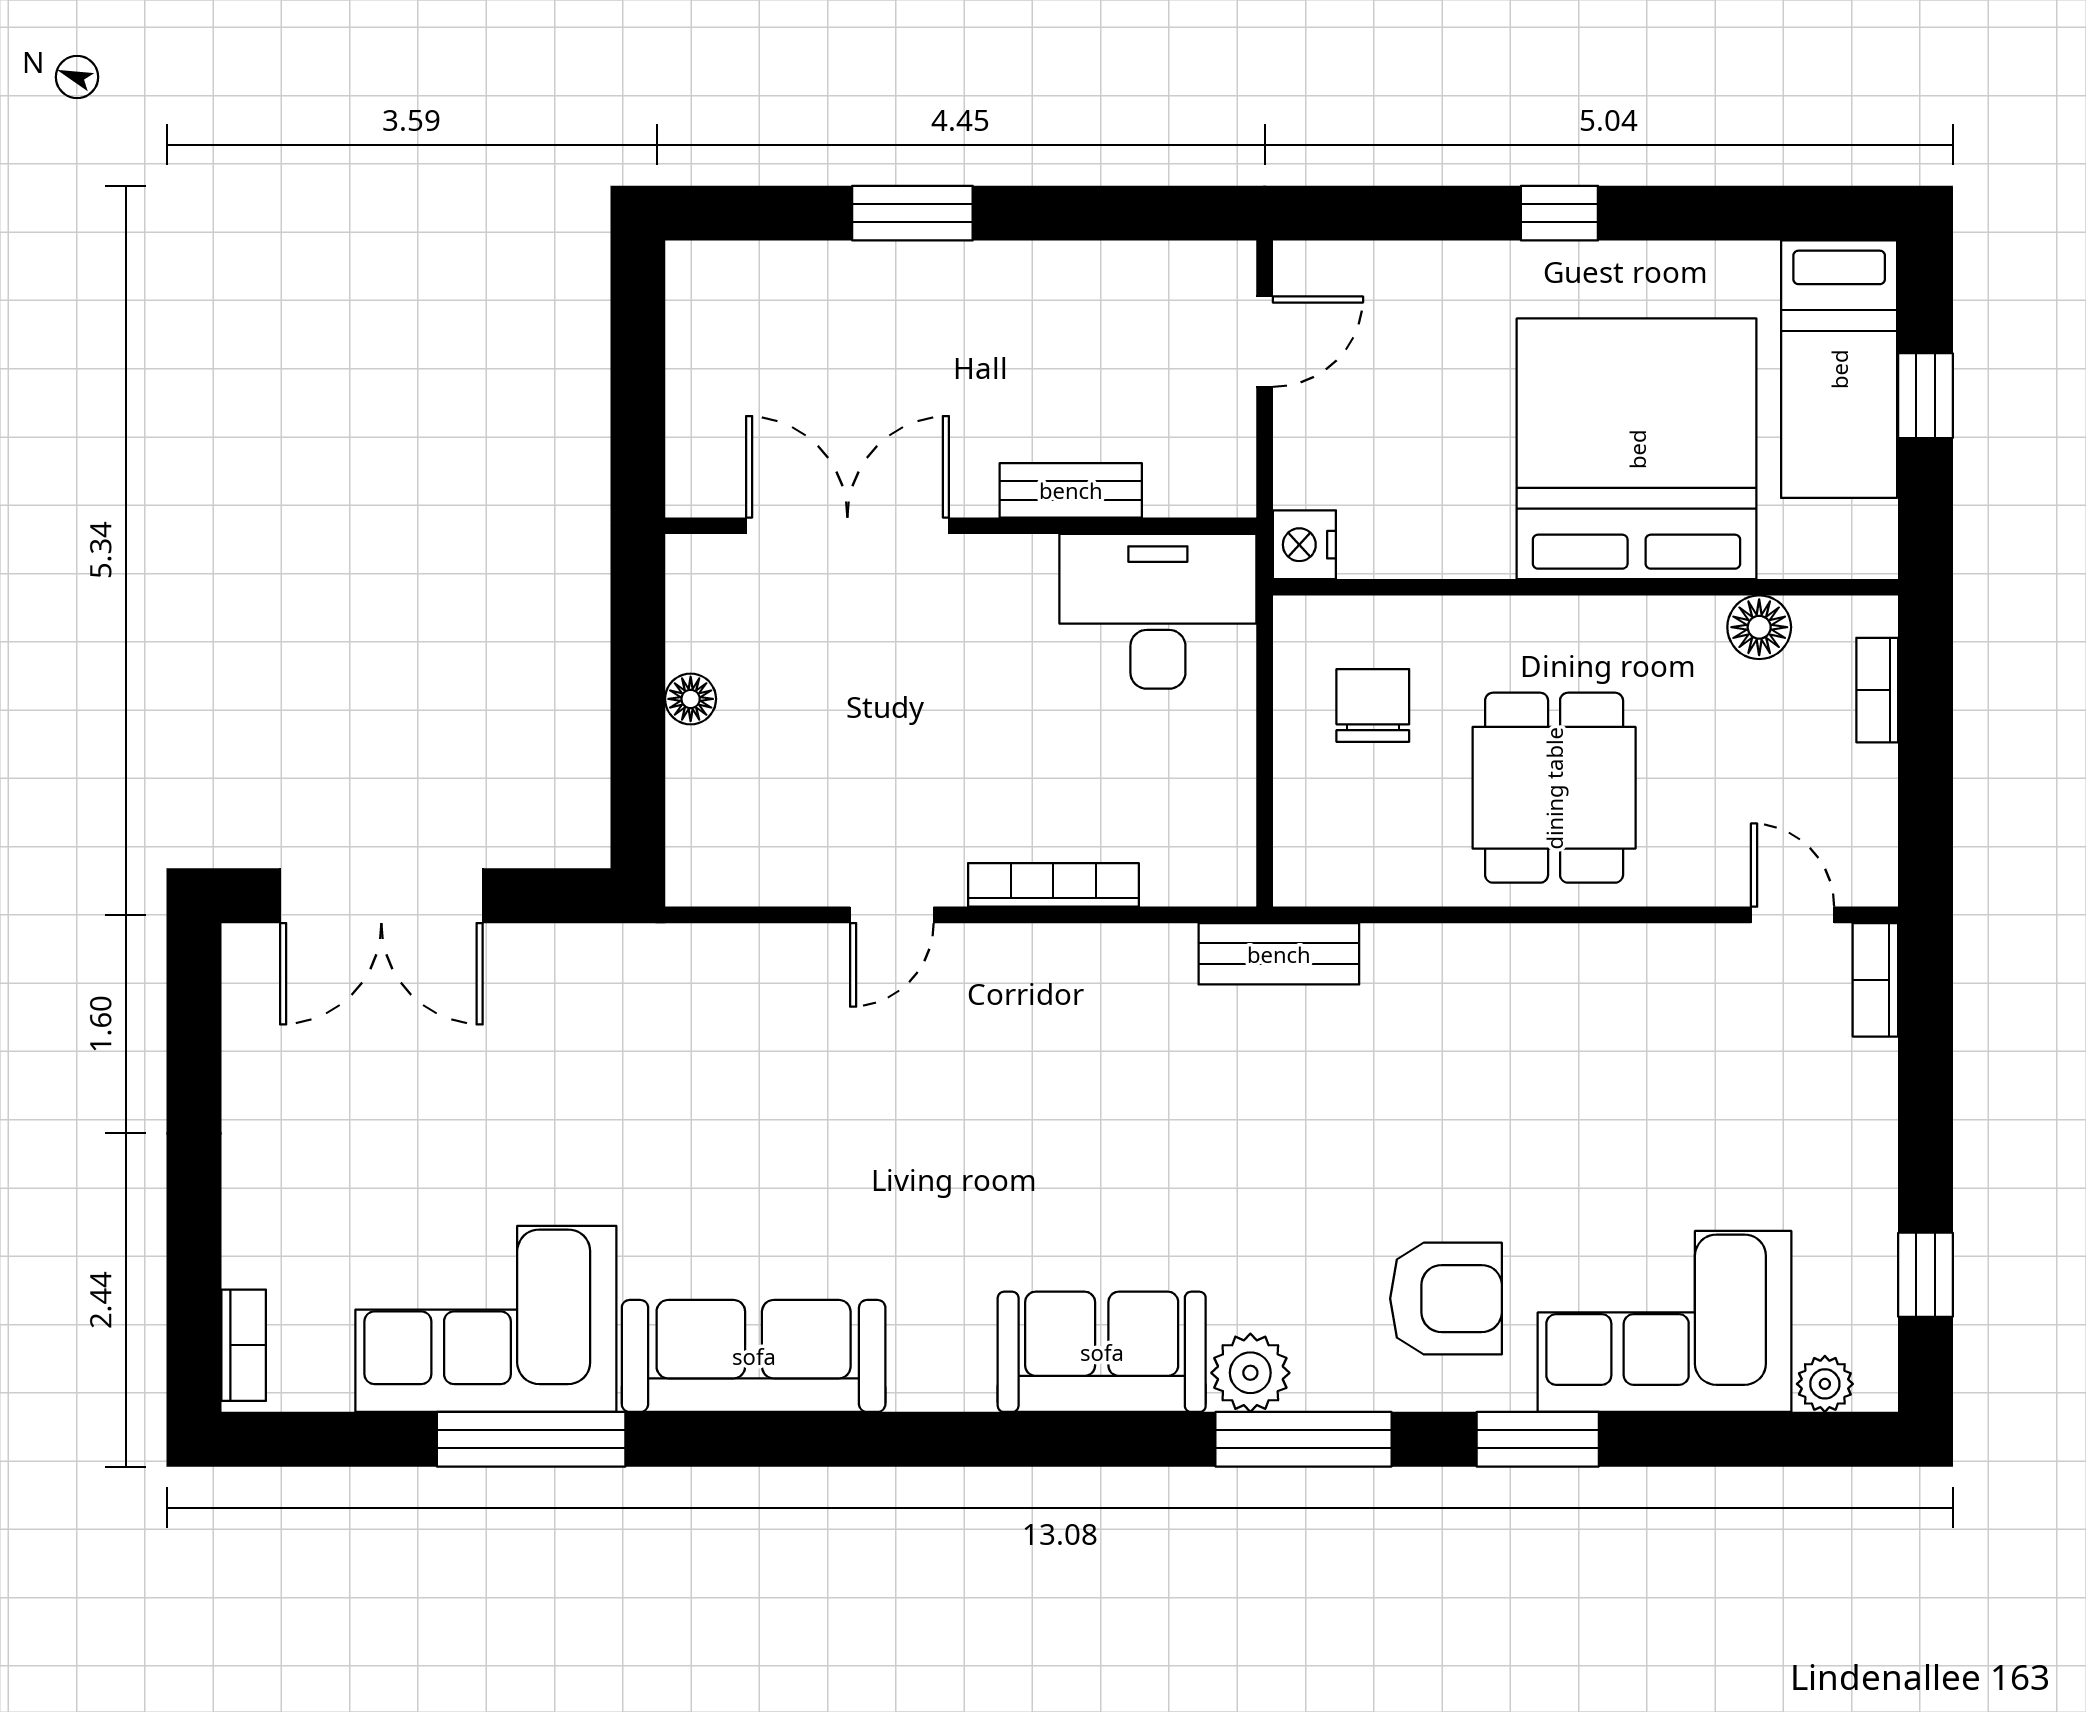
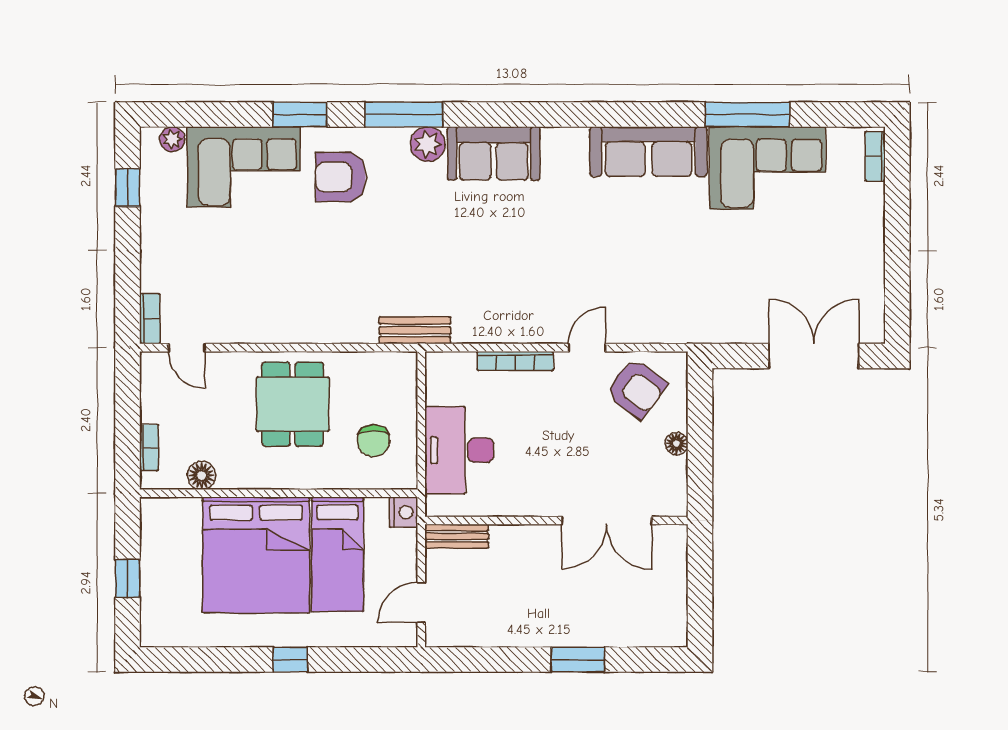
bed: (1839, 369) -> (337, 554), moved, turned 180
bench: (1071, 490) -> (457, 536), moved
desk: (1158, 611) -> (459, 450), moved, turned 90
armchair: (781, 823) -> (636, 389), added

